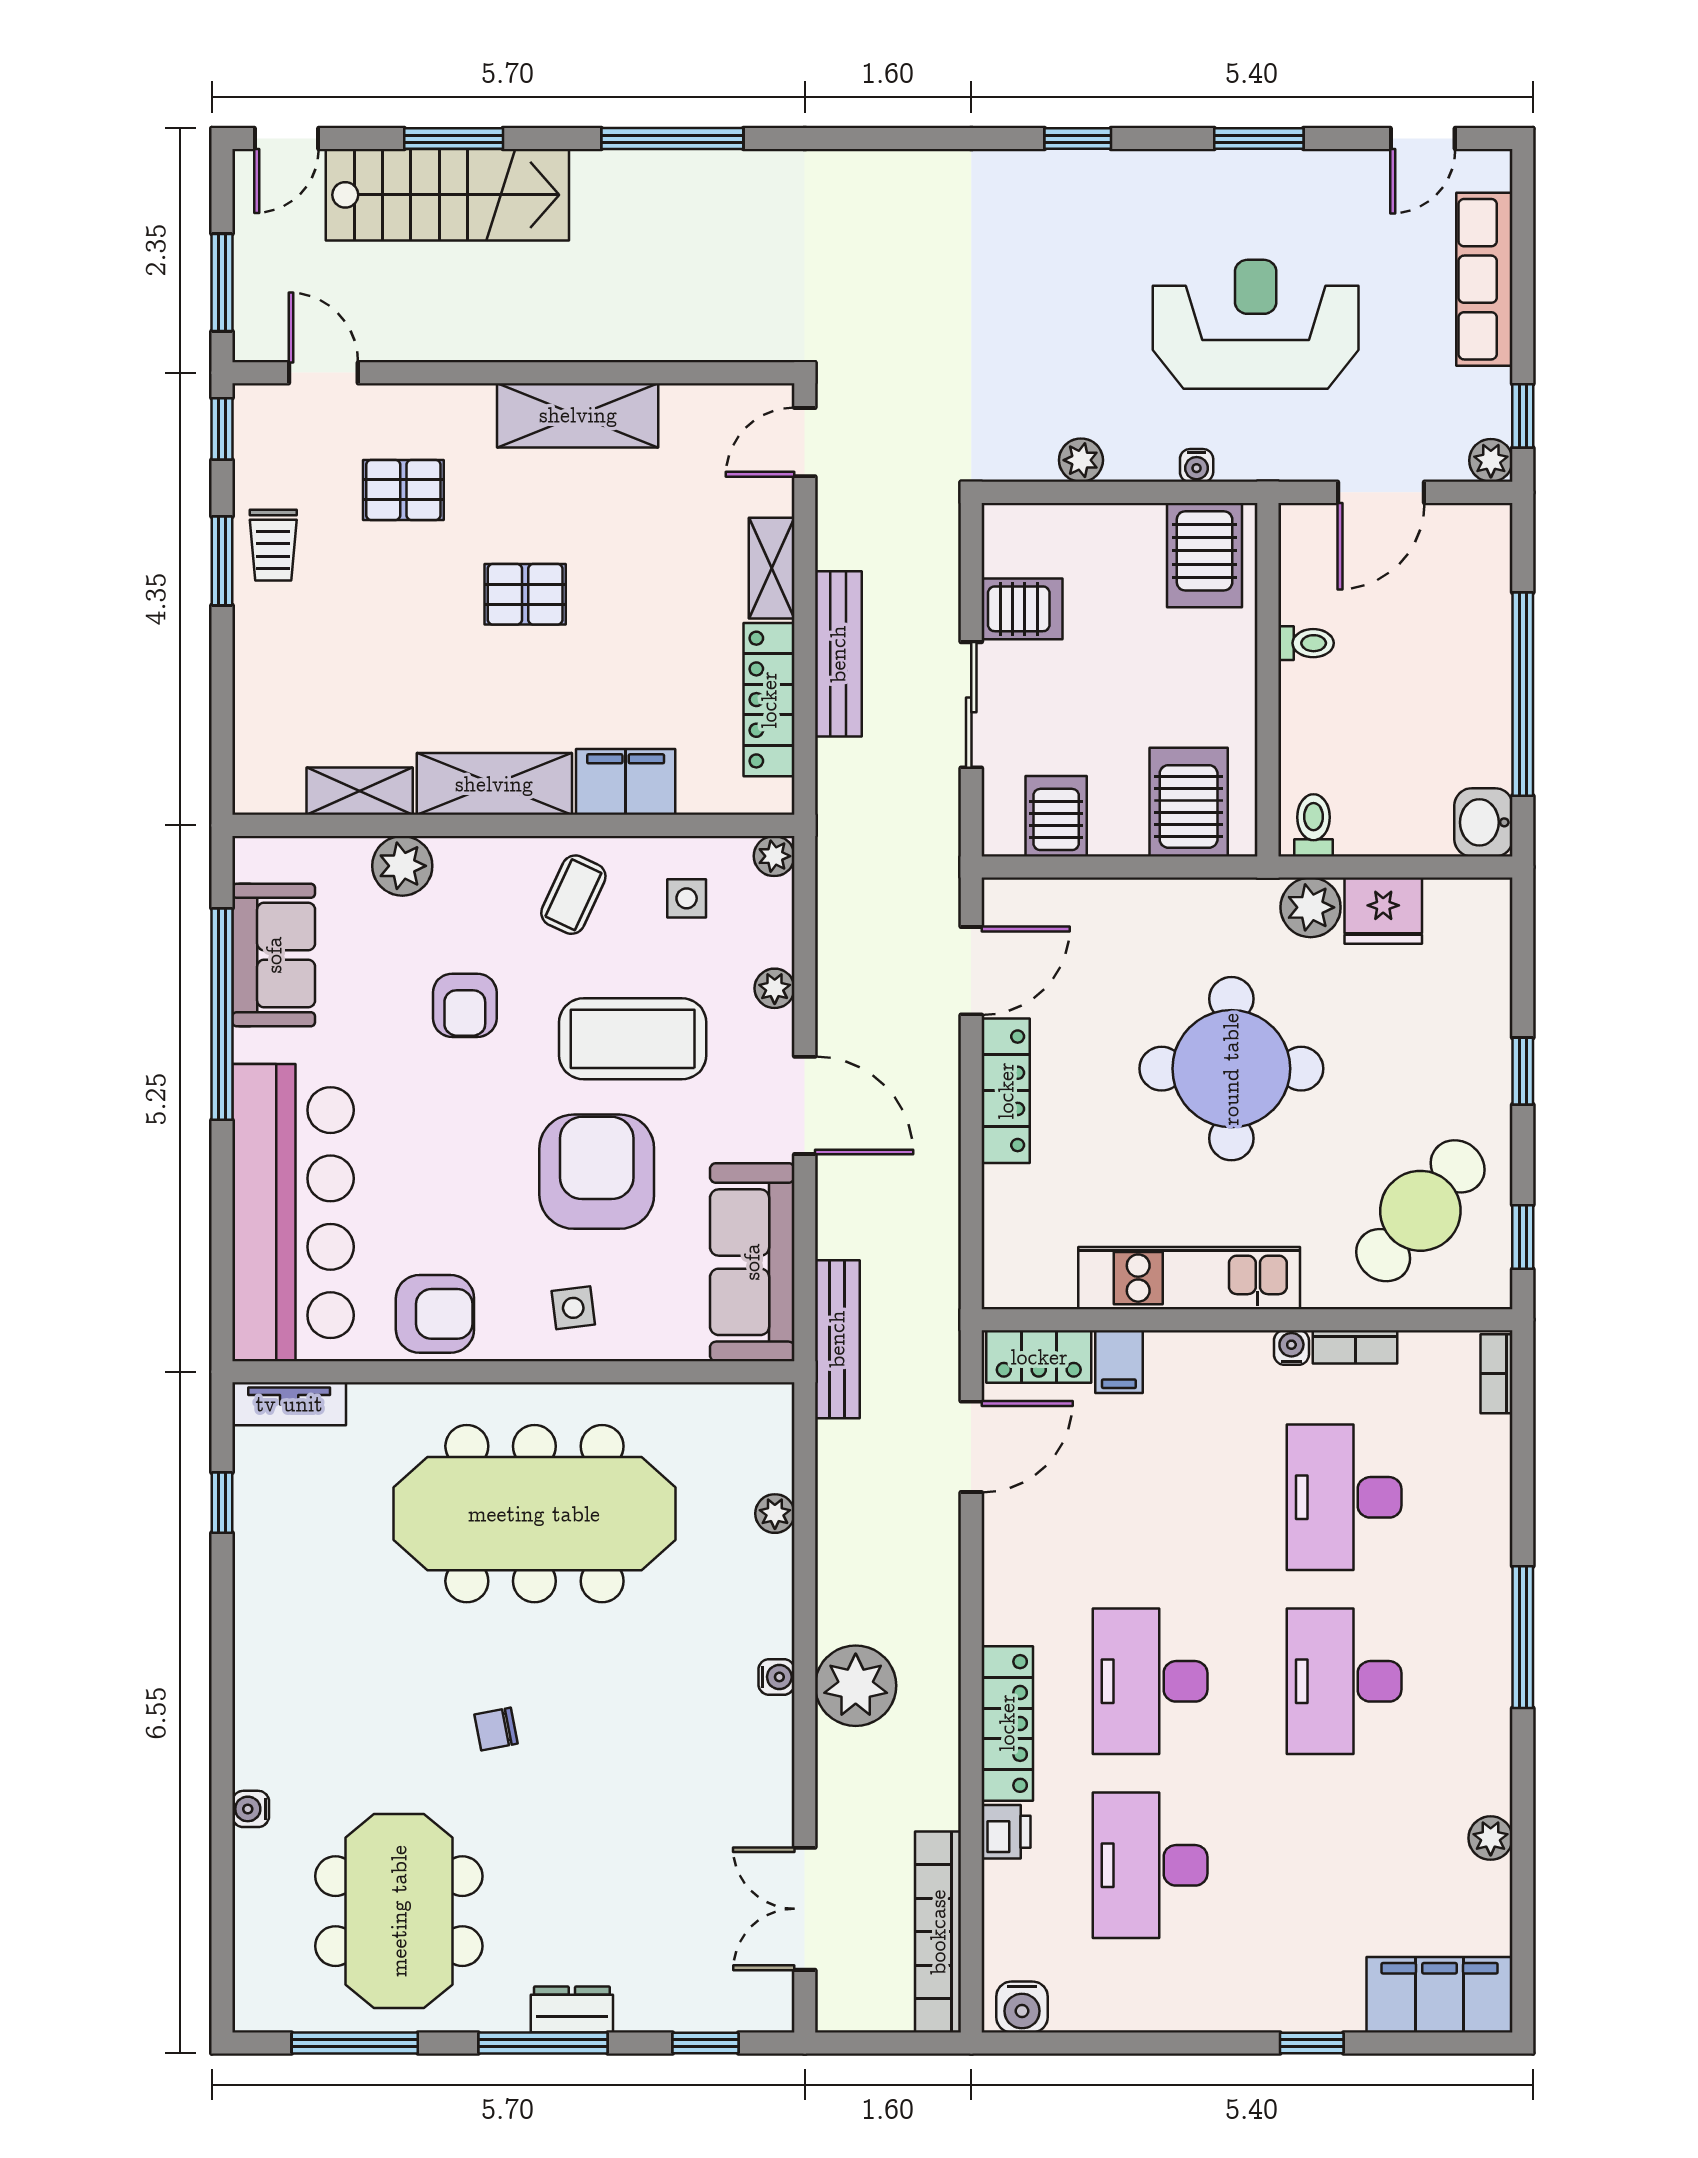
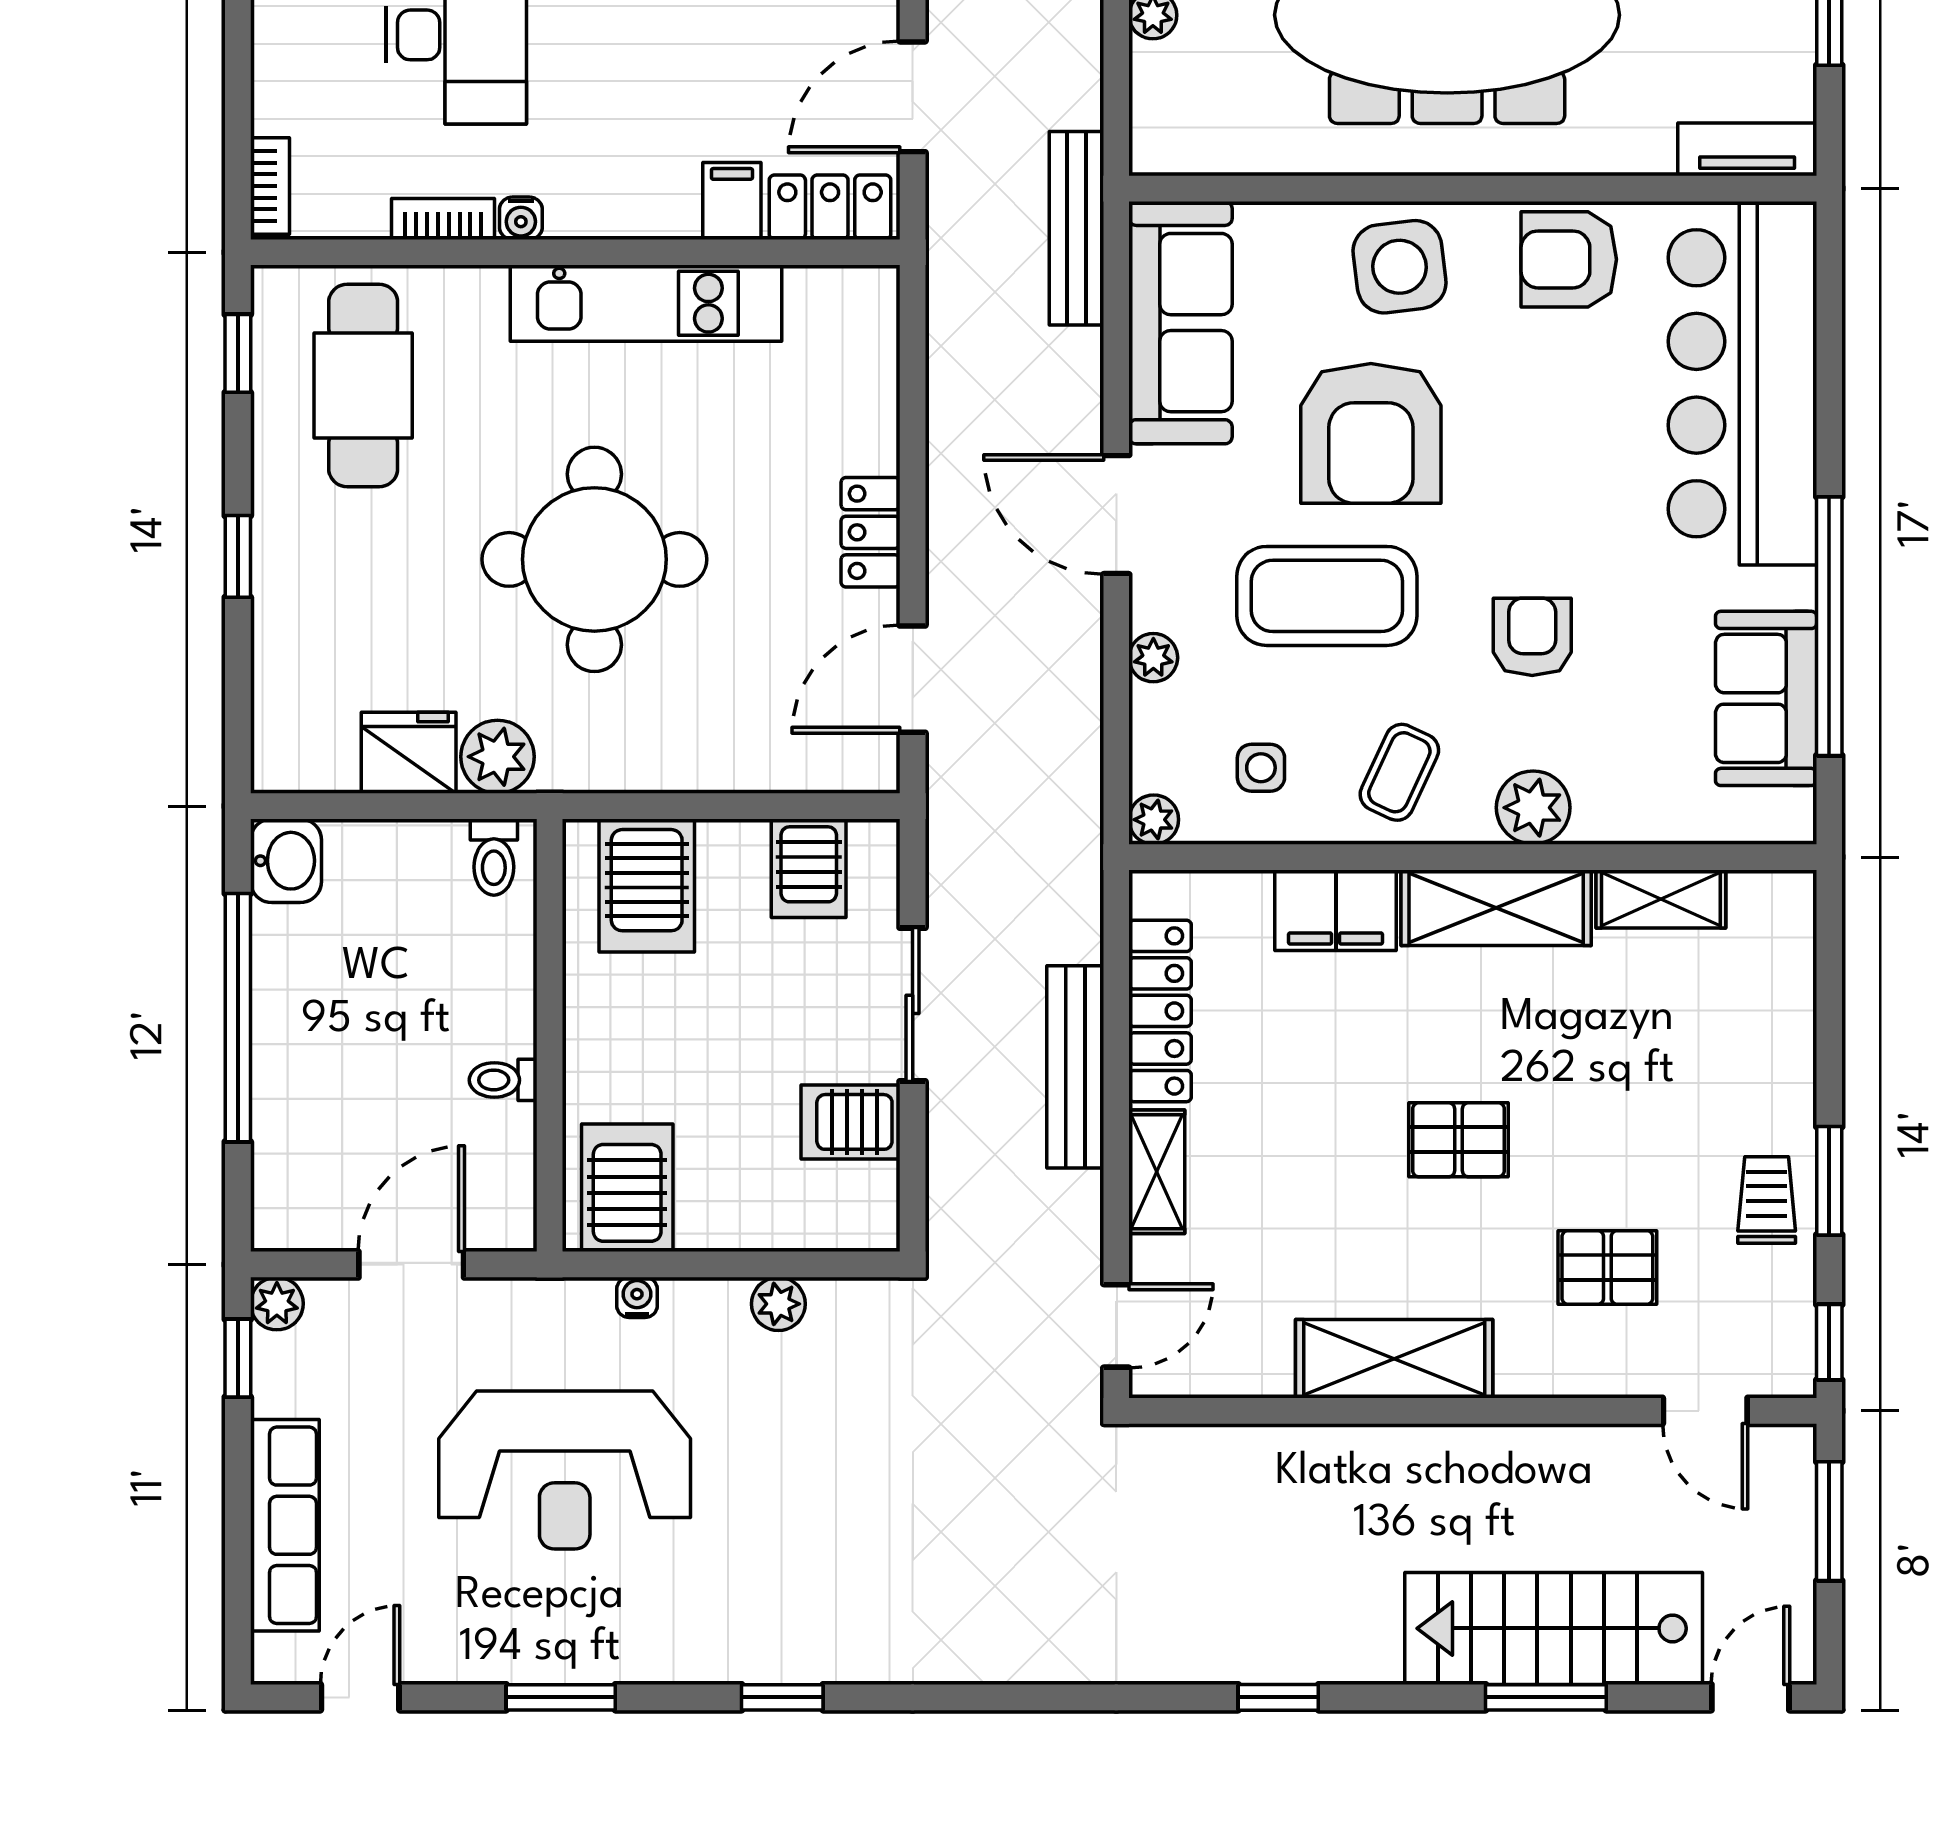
window: (672, 139) -> (1278, 1697), width x0.46
plant: (402, 866) -> (1533, 808), moved
locker: (1006, 1091) -> (871, 532), width x0.66
cafe table: (1420, 1211) -> (363, 386), turned -40
side table: (573, 1308) -> (1400, 267), width x1.87, depth x1.87

